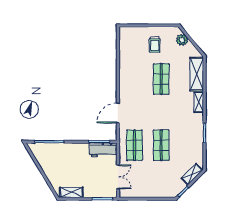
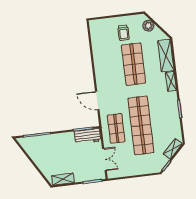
shop shelf: (161, 79) -> (134, 64), width x1.43, depth x1.36
door: (118, 113) -> (97, 100), hinge flipped
shop shelf: (161, 145) -> (141, 125), width x2.00, depth x1.36

